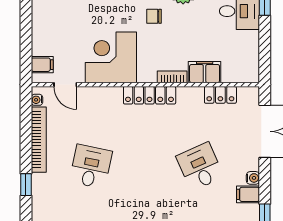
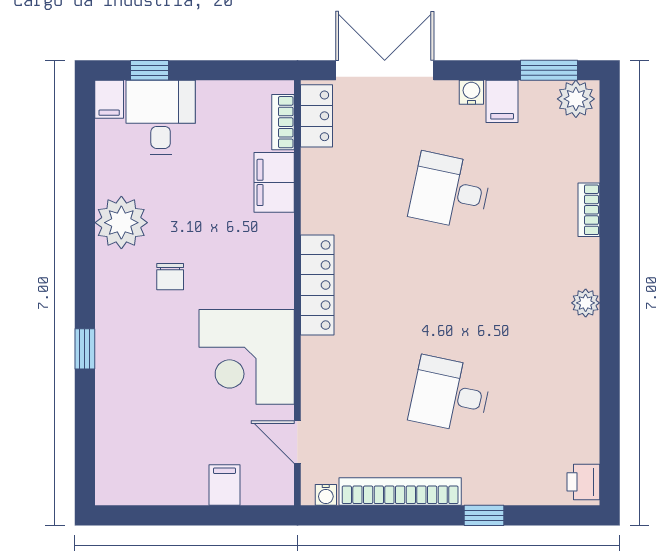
filing cabinet: (42, 65) -> (224, 485), moved
bookcase: (172, 77) -> (283, 122), moved
door: (65, 85) -> (297, 442), swing flipped
locker: (220, 95) -> (317, 116), moved
desk: (200, 167) -> (450, 191), turned 36

